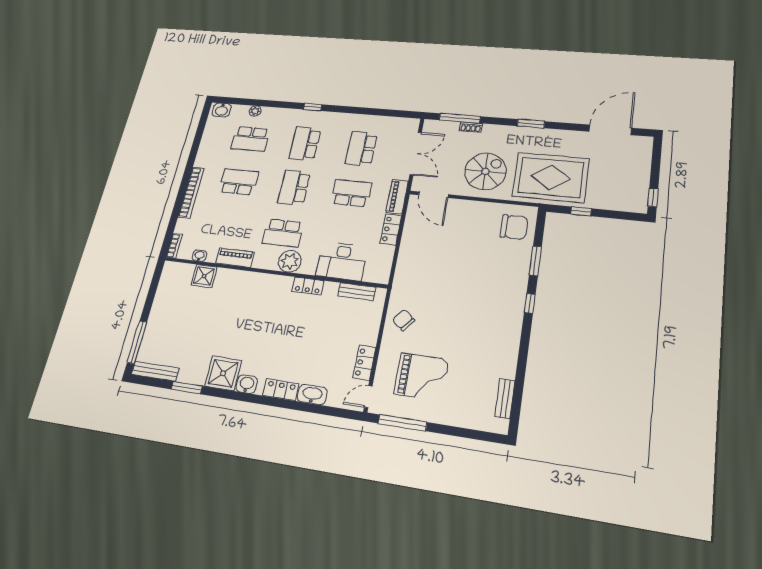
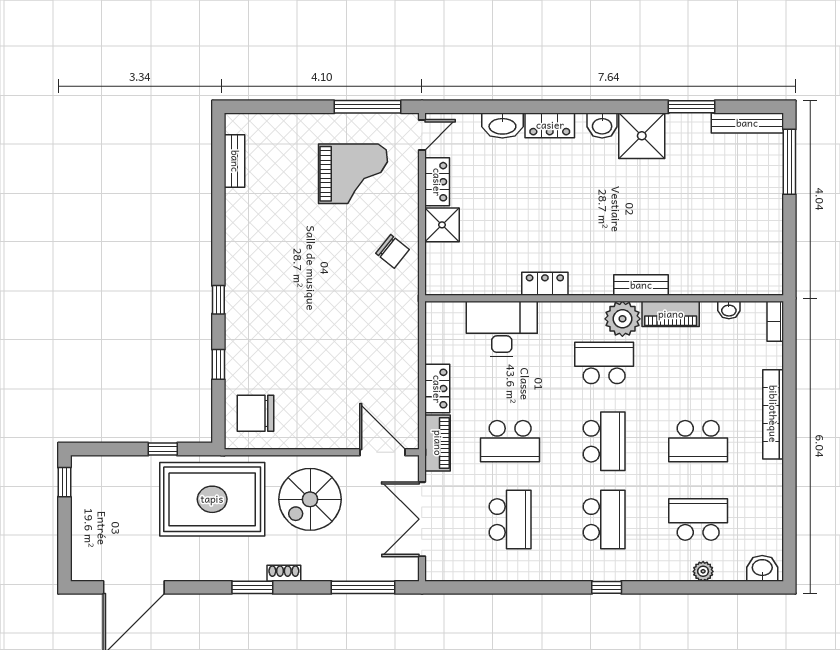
shoe rack: (471, 127) -> (284, 573), moved
plant: (290, 261) -> (622, 319), moved
window: (535, 261) -> (218, 364), width x0.67
shower: (204, 276) -> (442, 225), moved
bench: (357, 291) -> (641, 285), moved
grand piano: (421, 377) -> (353, 174), turned 180

